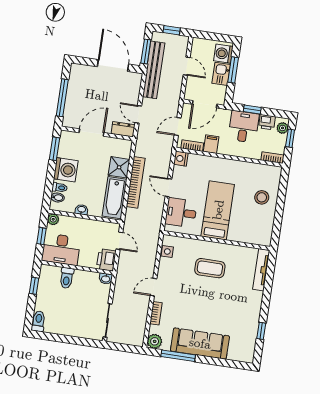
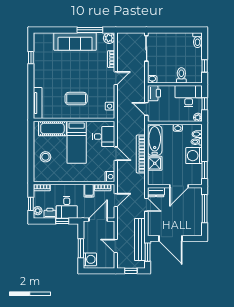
kitchen sink: (221, 74) -> (89, 244), removed
cot: (247, 233) -> (52, 128), added

